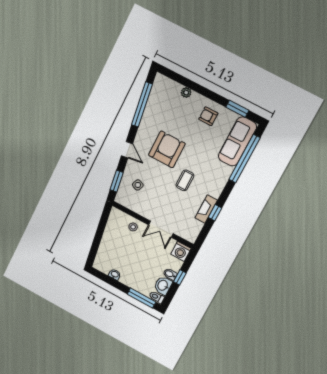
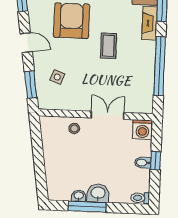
fireplace: (206, 209) -> (150, 23), moved
window: (215, 213) -> (160, 66), width x3.17
double door: (161, 229) -> (108, 115), swing flipped
washbasin: (163, 285) -> (98, 193), moved, turned 90
window: (142, 298) -> (87, 207), moved

